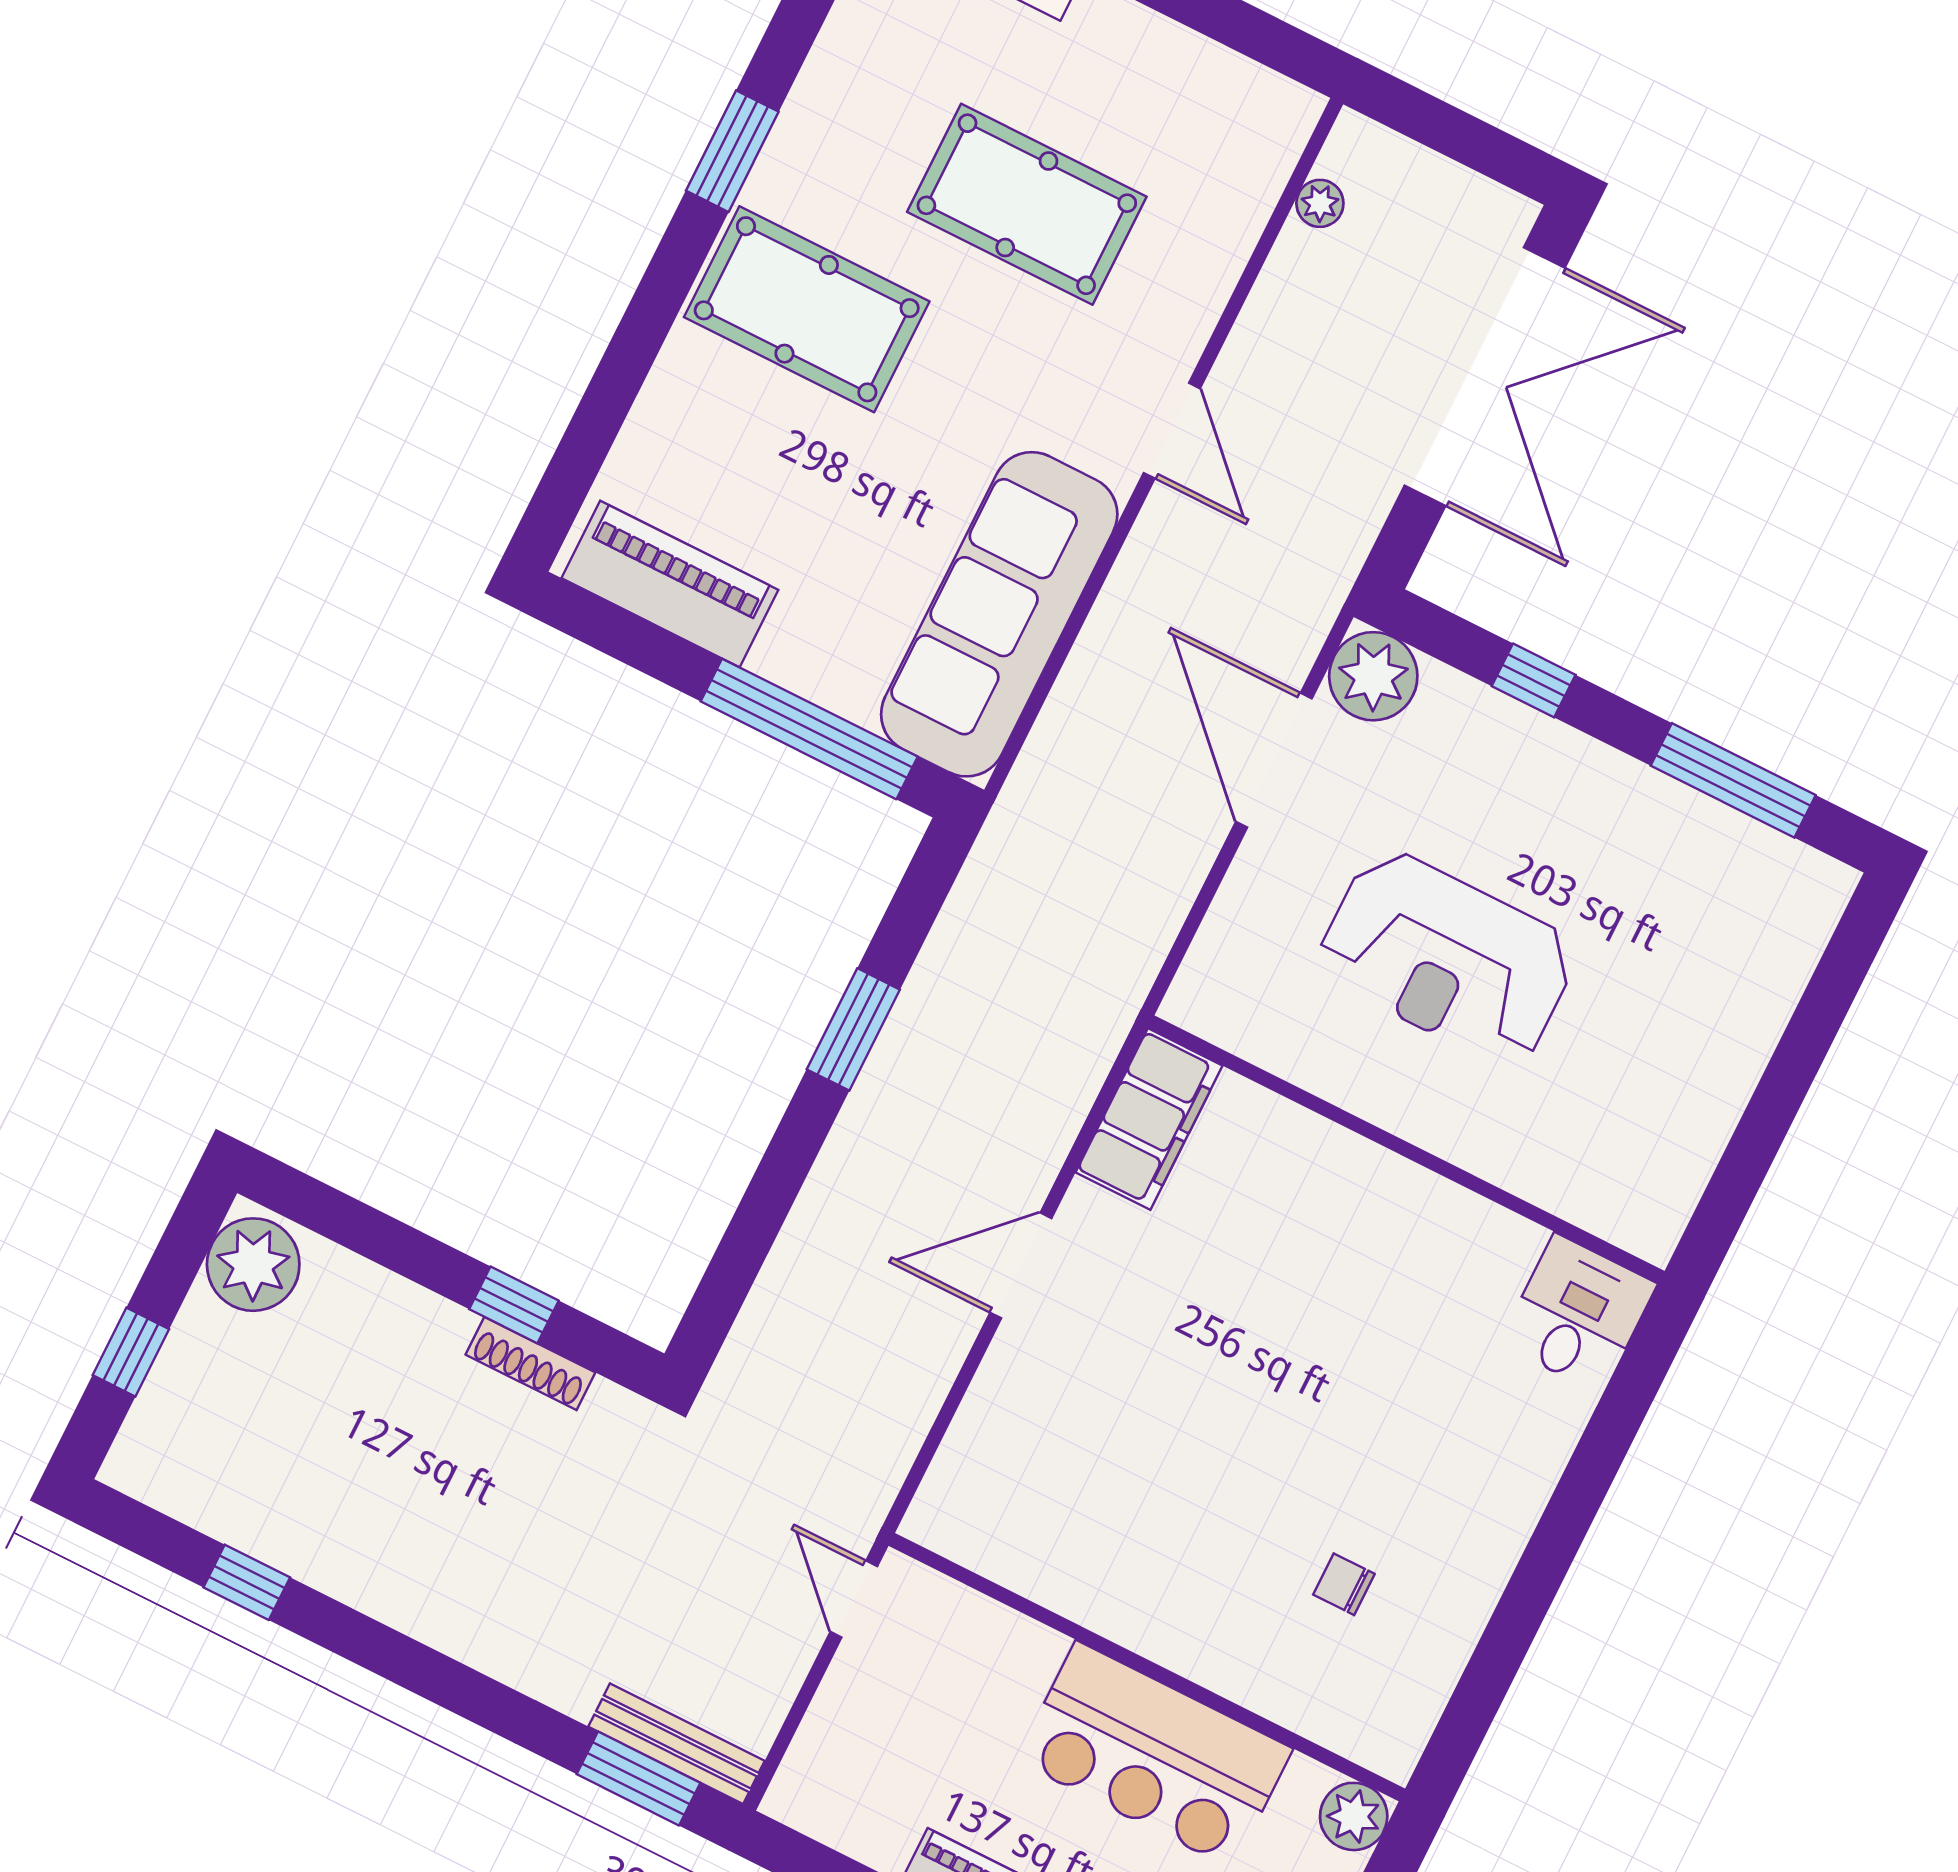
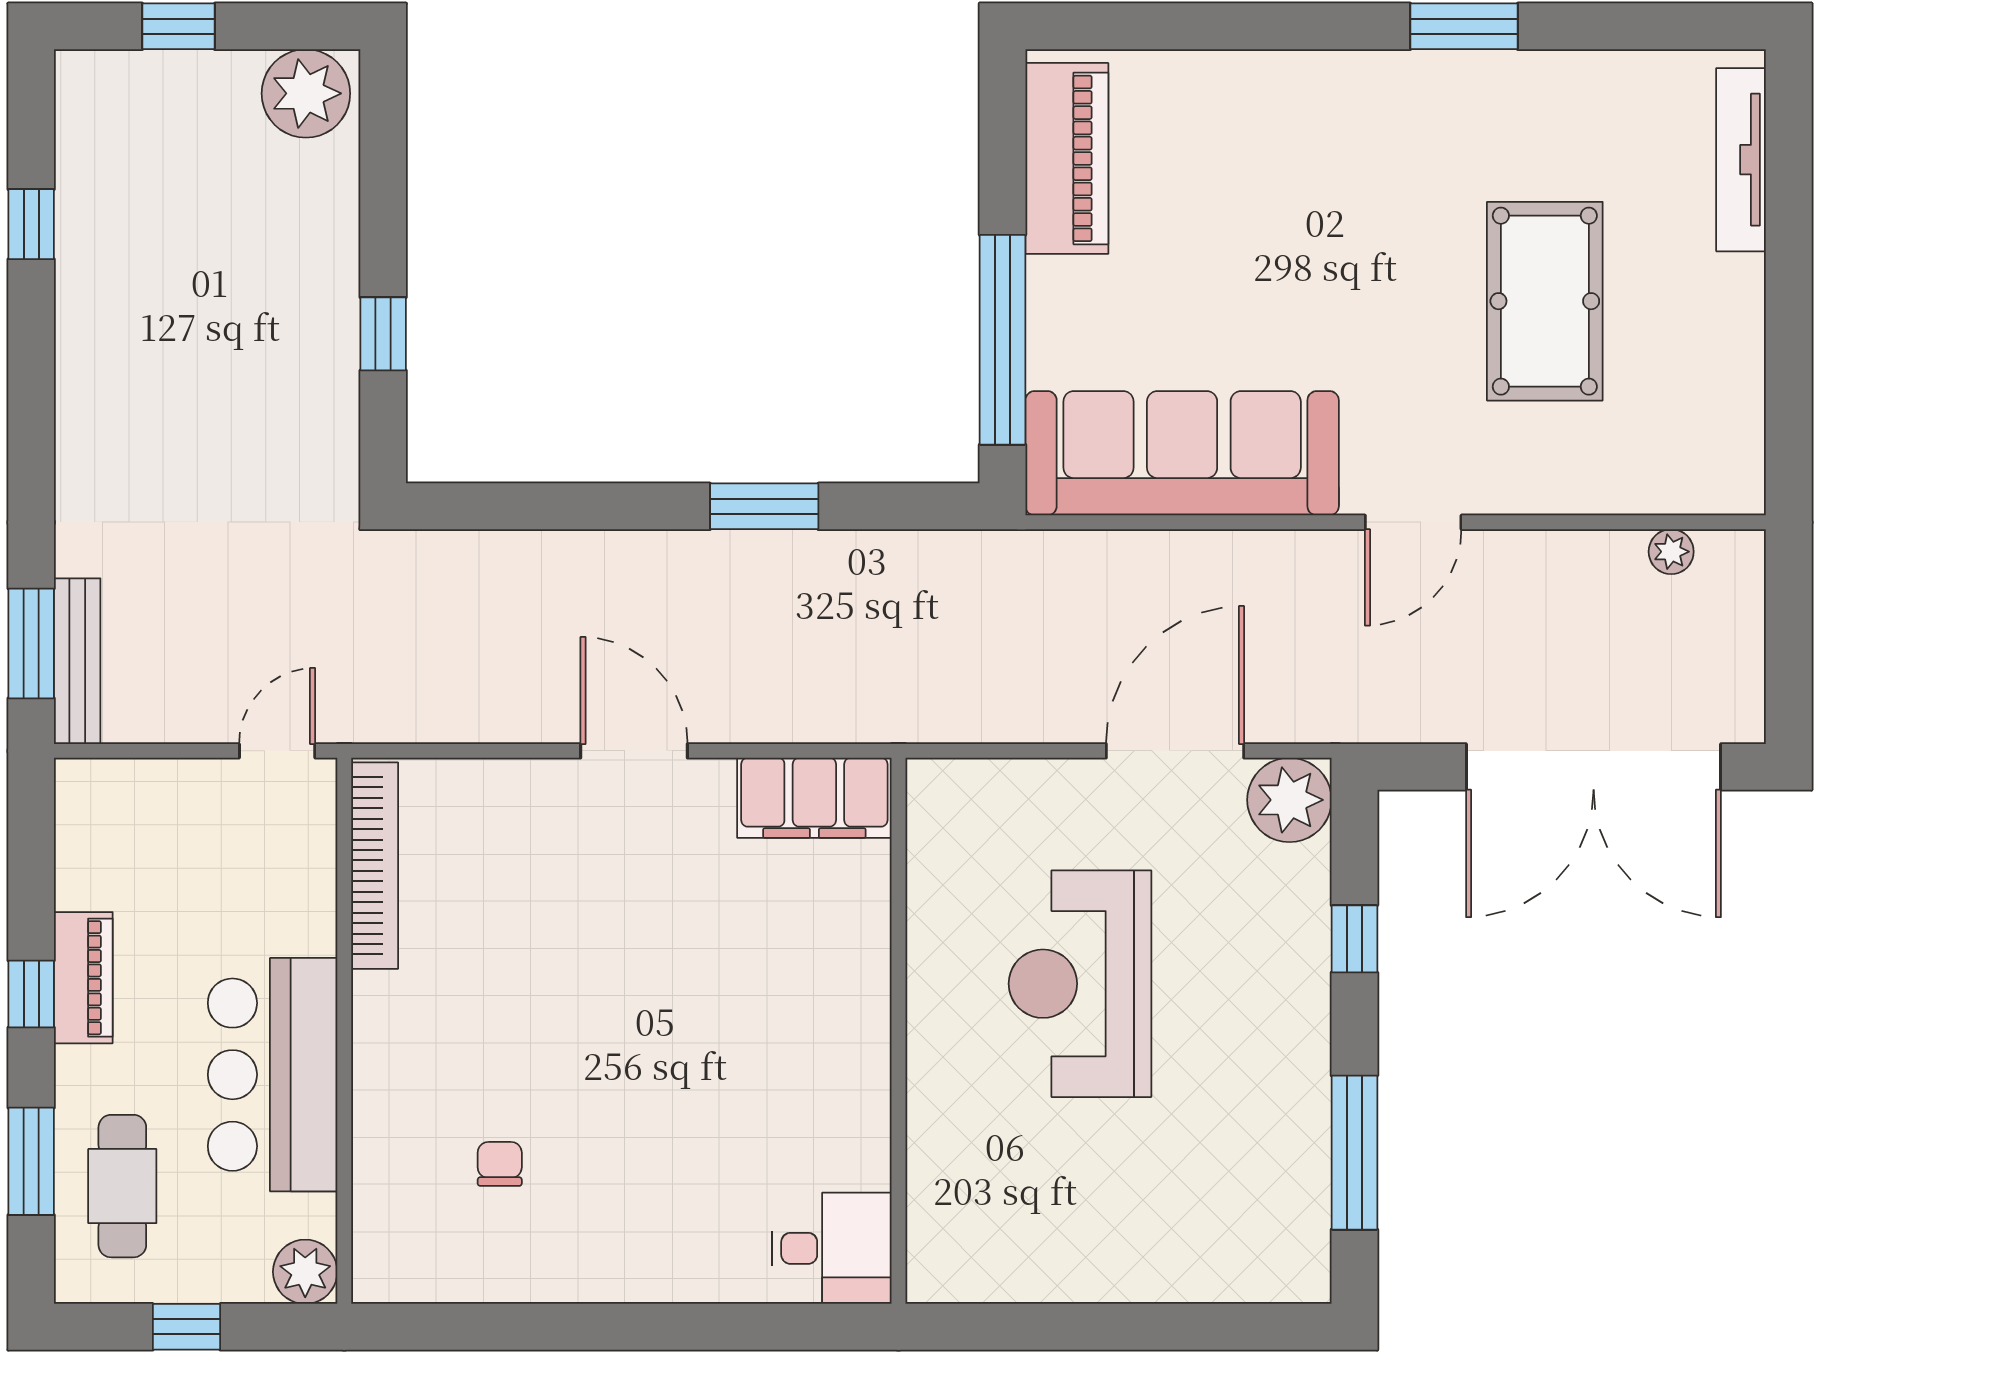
pool table: (807, 309) -> (1361, 158), removed
shoe rack: (530, 1363) -> (340, 373), removed
bookcase: (1007, 1562) -> (375, 866), added

